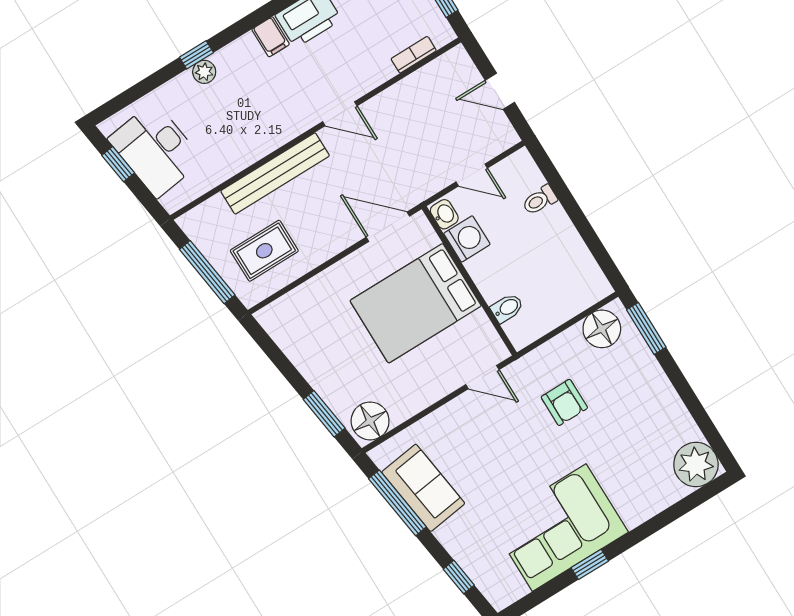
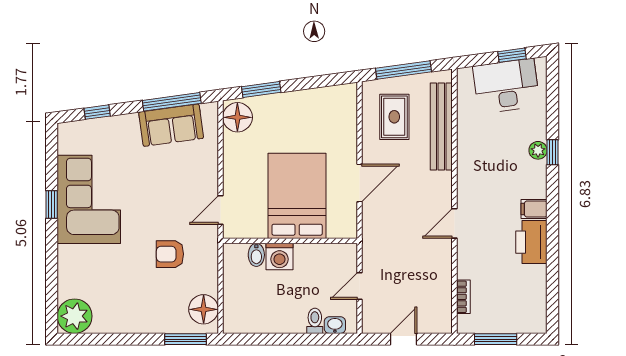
bench: (275, 173) -> (441, 127), moved
washbasin: (444, 214) -> (335, 325), moved, turned 180
door: (388, 227) -> (359, 183), moved
washing machine: (467, 239) -> (280, 257), moved

